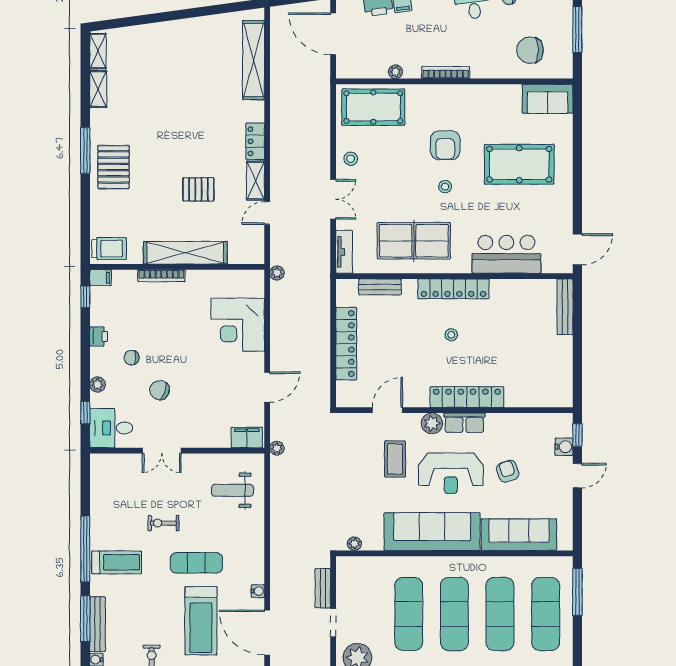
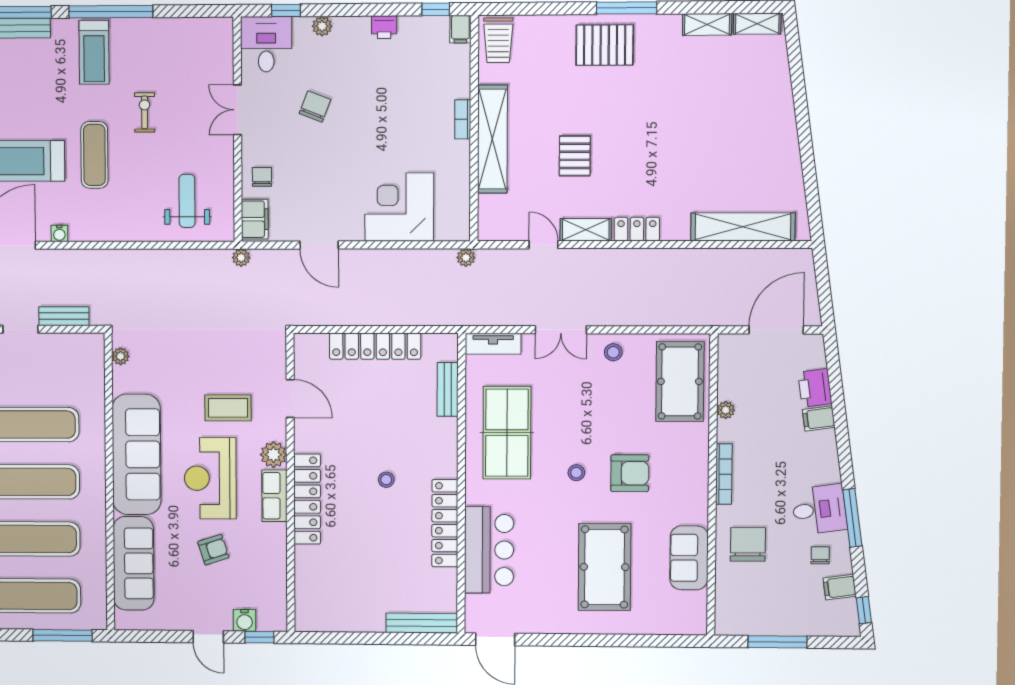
chair: (530, 50) -> (748, 544), moved
sofa: (547, 99) -> (689, 558), moved
armchair: (445, 145) -> (630, 473), turned 180
bookcase: (161, 276) -> (463, 119), width x0.64
locker: (453, 289) -> (445, 523), moved
chair: (131, 358) -> (262, 177), moved

